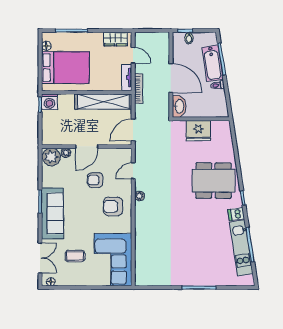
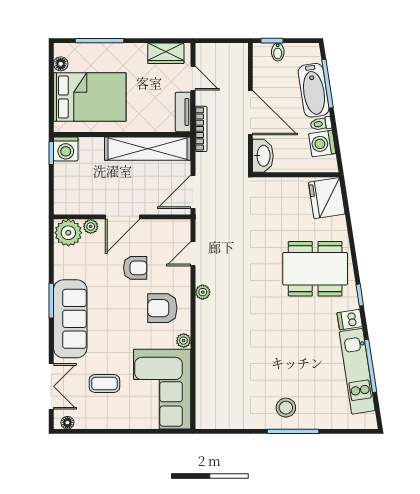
washing machine: (218, 98) -> (322, 144), added
fridge: (198, 131) -> (327, 198), moved, turned 81
armchair: (95, 180) -> (135, 268), turned 180
plant: (127, 228) -> (184, 341), added
stool: (194, 272) -> (286, 408), added

